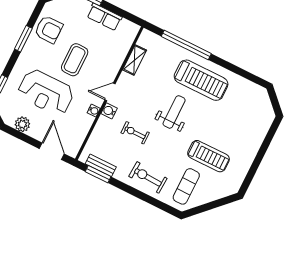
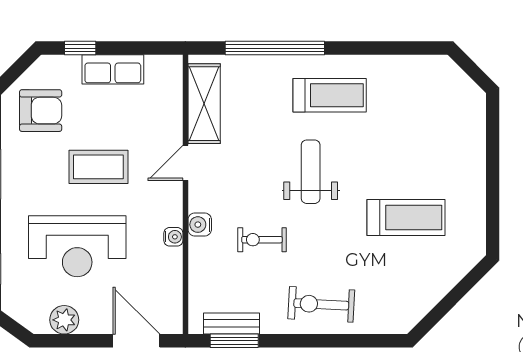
armchair: (49, 29) -> (41, 111), moved
coffee table: (75, 60) -> (98, 167), turned 90
shelving: (135, 60) -> (204, 104), width x1.50, depth x1.33
treadmill: (201, 80) -> (330, 95), width x0.73, depth x0.73
door: (110, 92) -> (185, 163), moved
exercise mat: (186, 186) -> (394, 287), removed

